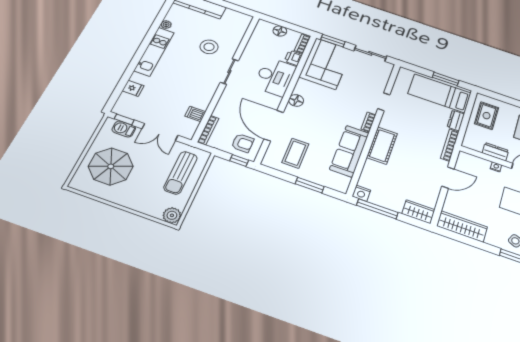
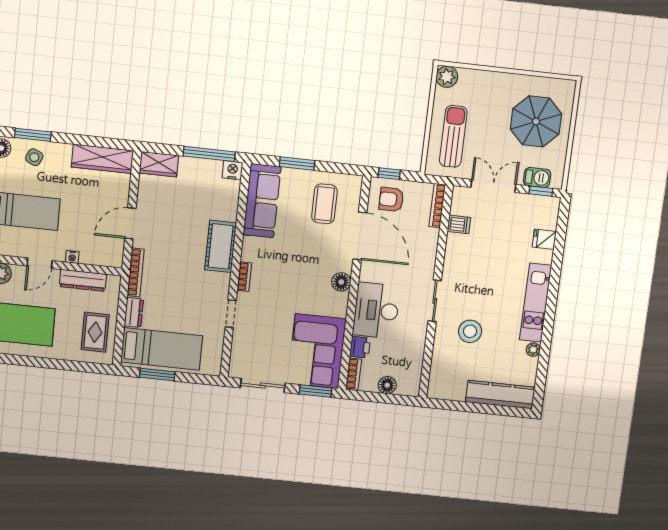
sofa: (349, 151) -> (262, 201), moved
dresser: (495, 152) -> (83, 280), width x1.44

